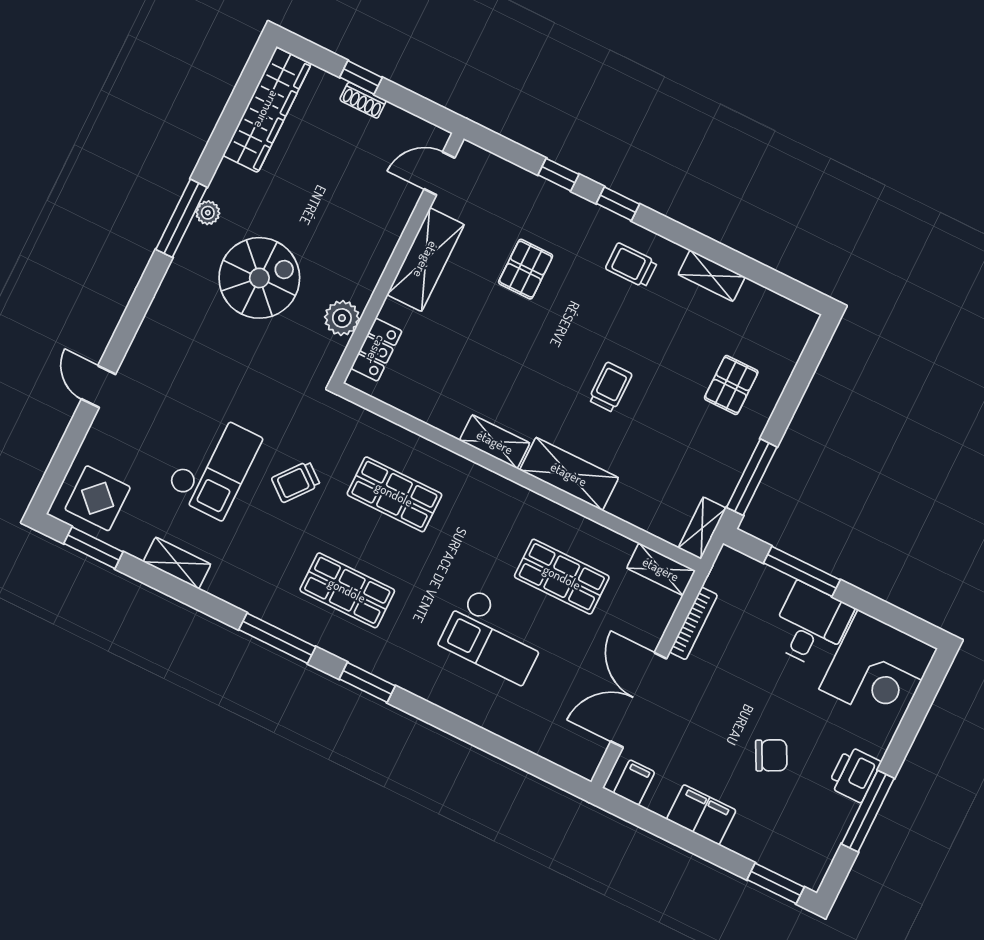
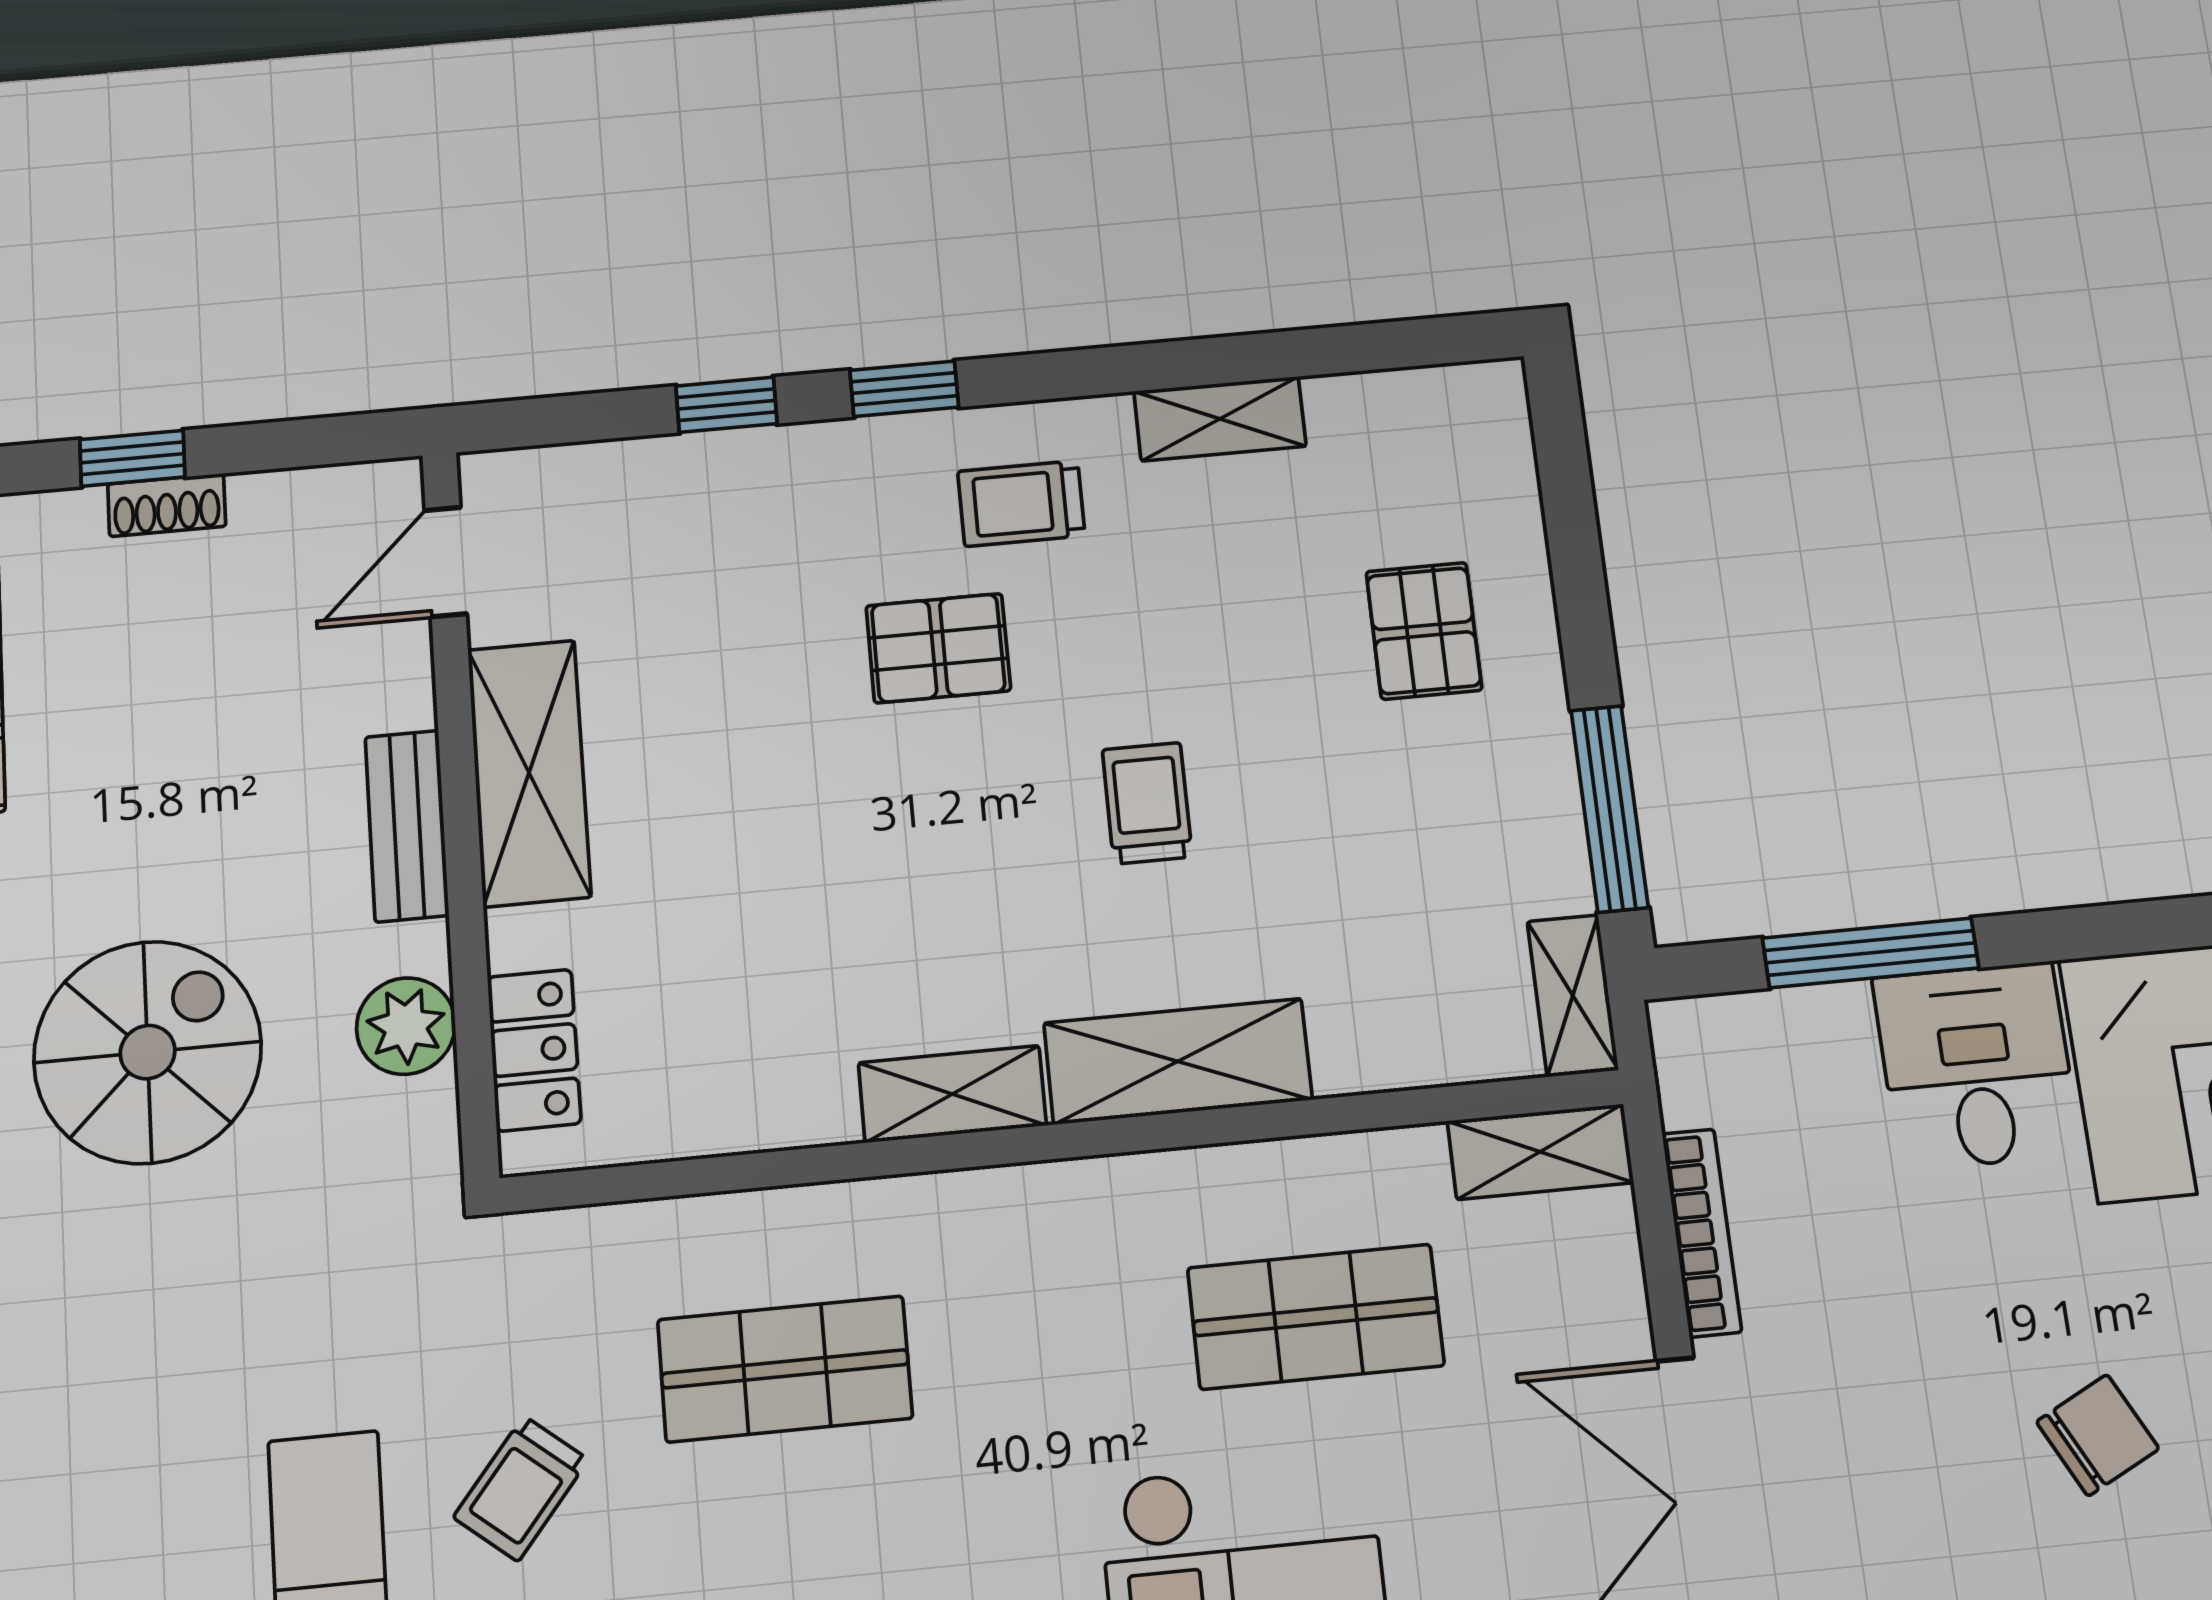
bench: (378, 254) -> (407, 826), added
pallet: (526, 269) -> (938, 648), moved, turned 90

